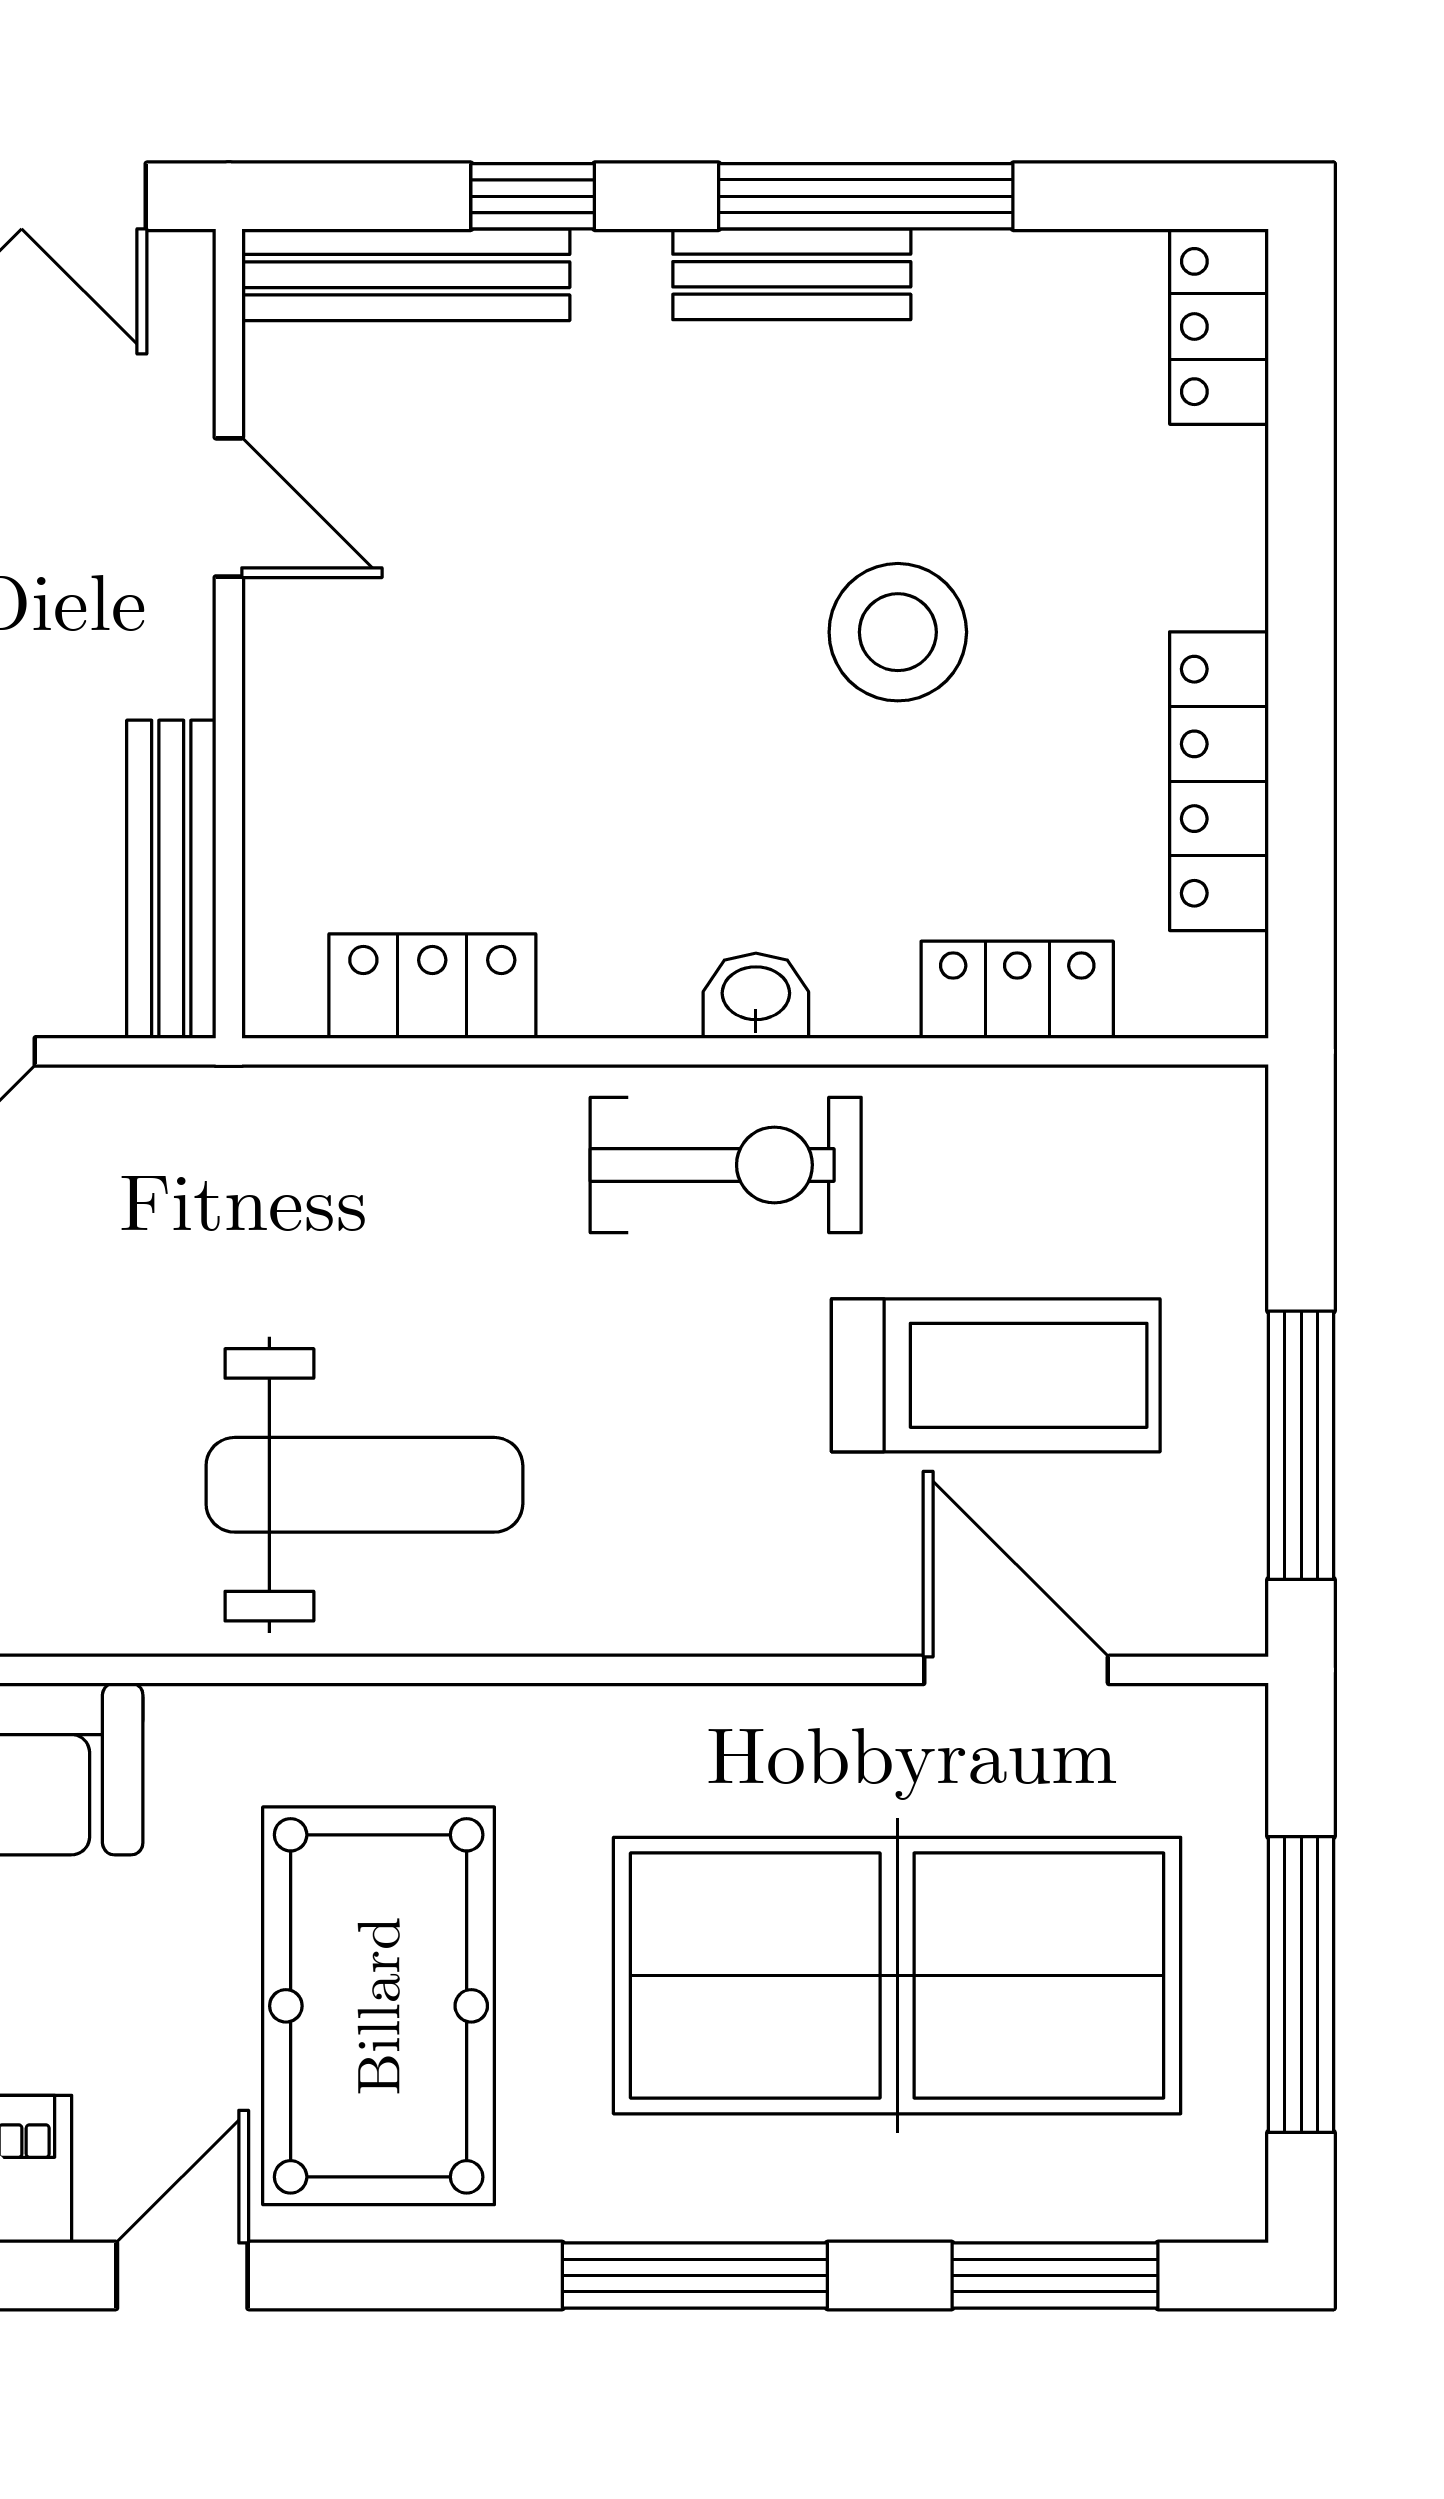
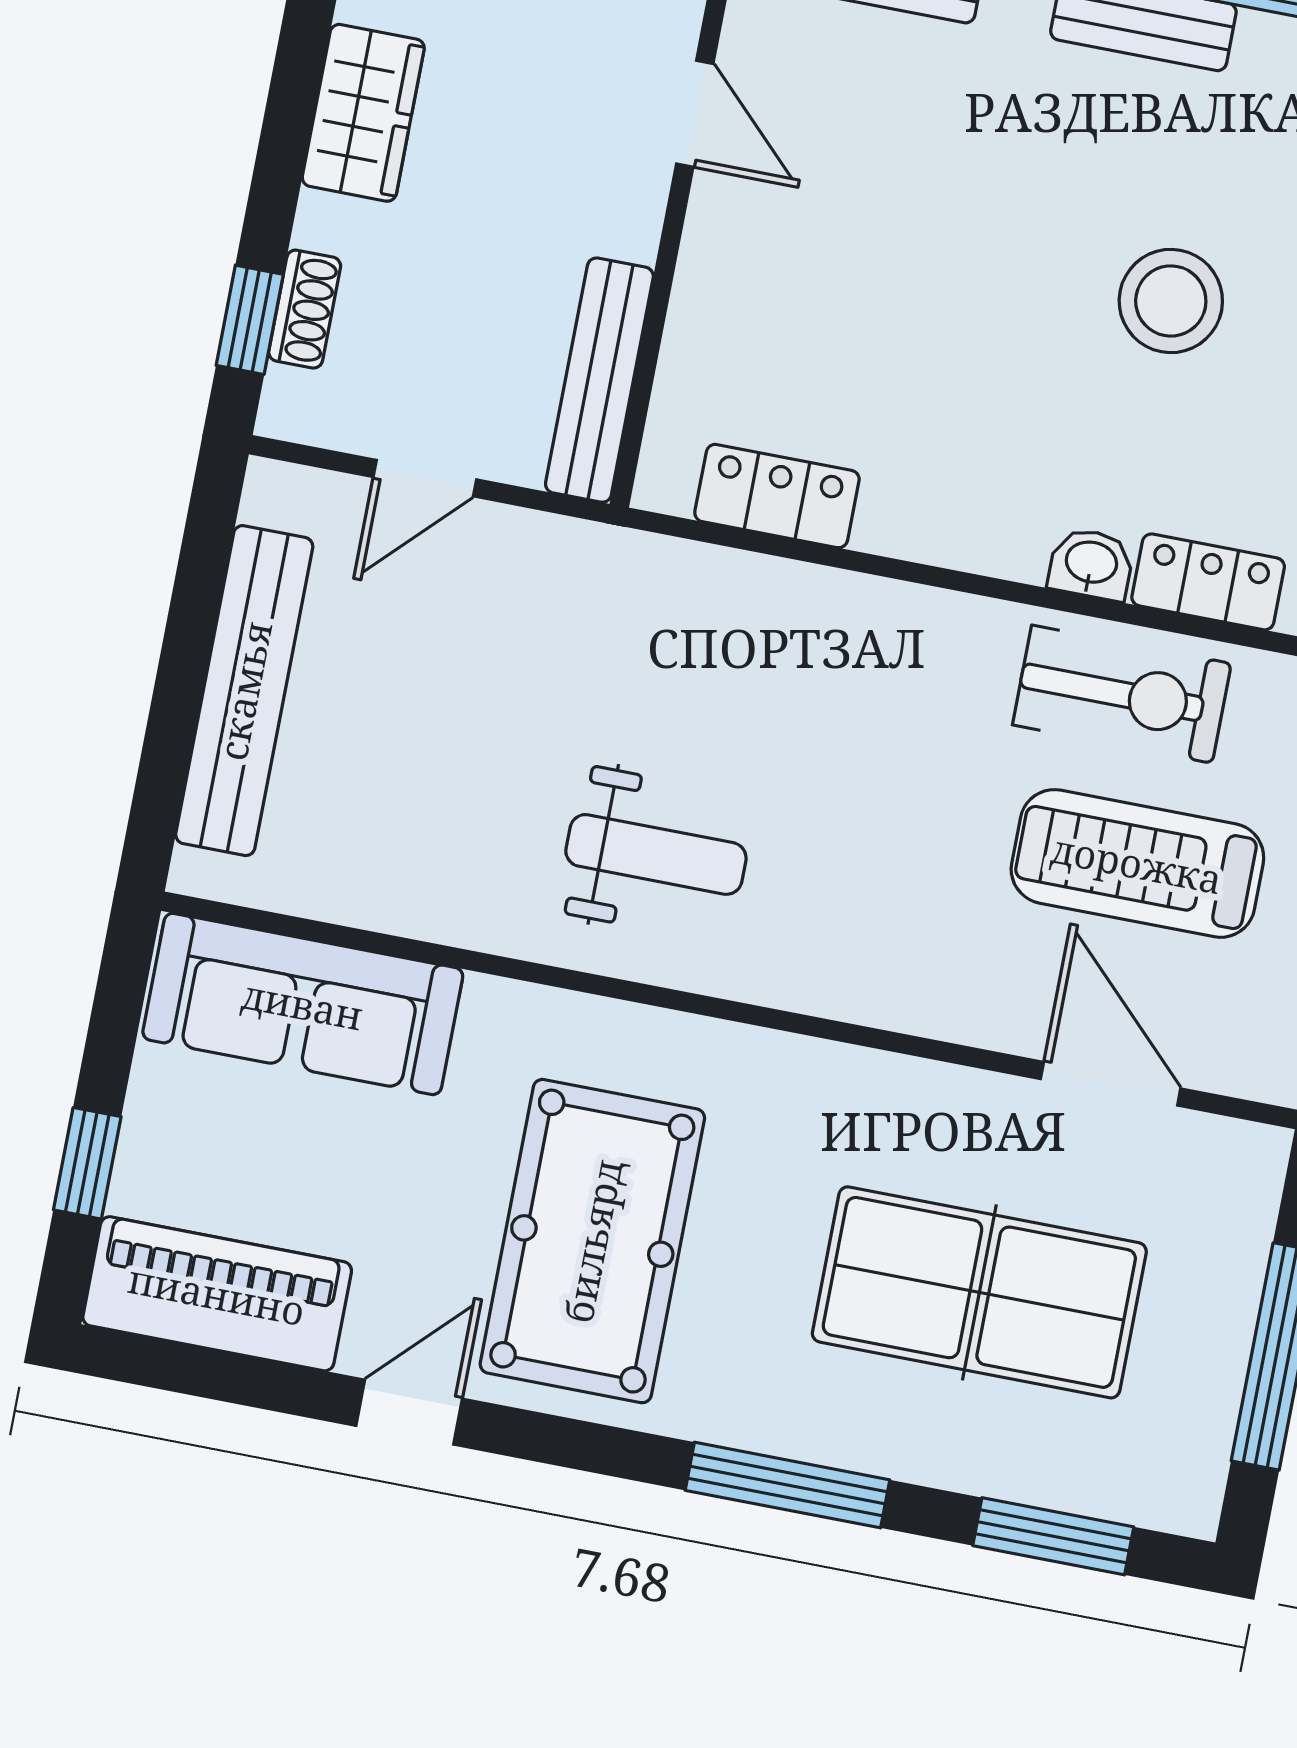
washbasin: (756, 996) -> (1091, 564), moved
exercise bike: (726, 1165) -> (1122, 694), moved
treadmill: (996, 1375) -> (1137, 863), turned 180
weight bench: (364, 1485) -> (656, 854), width x0.73, depth x0.75
table tennis table: (897, 1976) -> (979, 1292), width x0.73, depth x0.76

